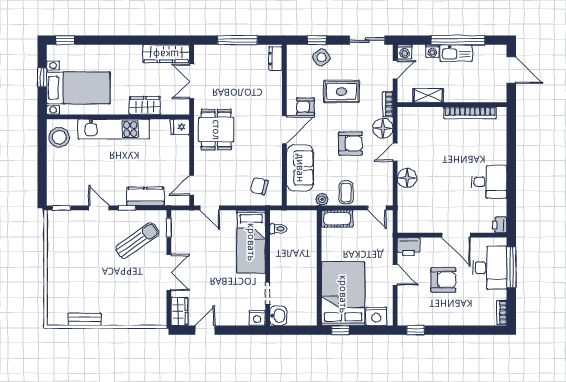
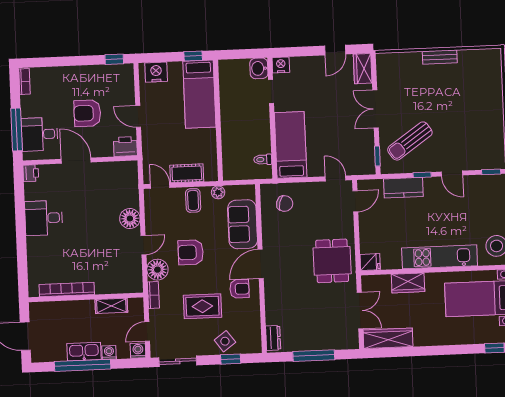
cot: (337, 219) -> (187, 173), moved
desk: (490, 268) -> (39, 134), width x0.73
bed: (343, 294) -> (199, 94), width x0.67
bench: (85, 319) -> (440, 57), moved

